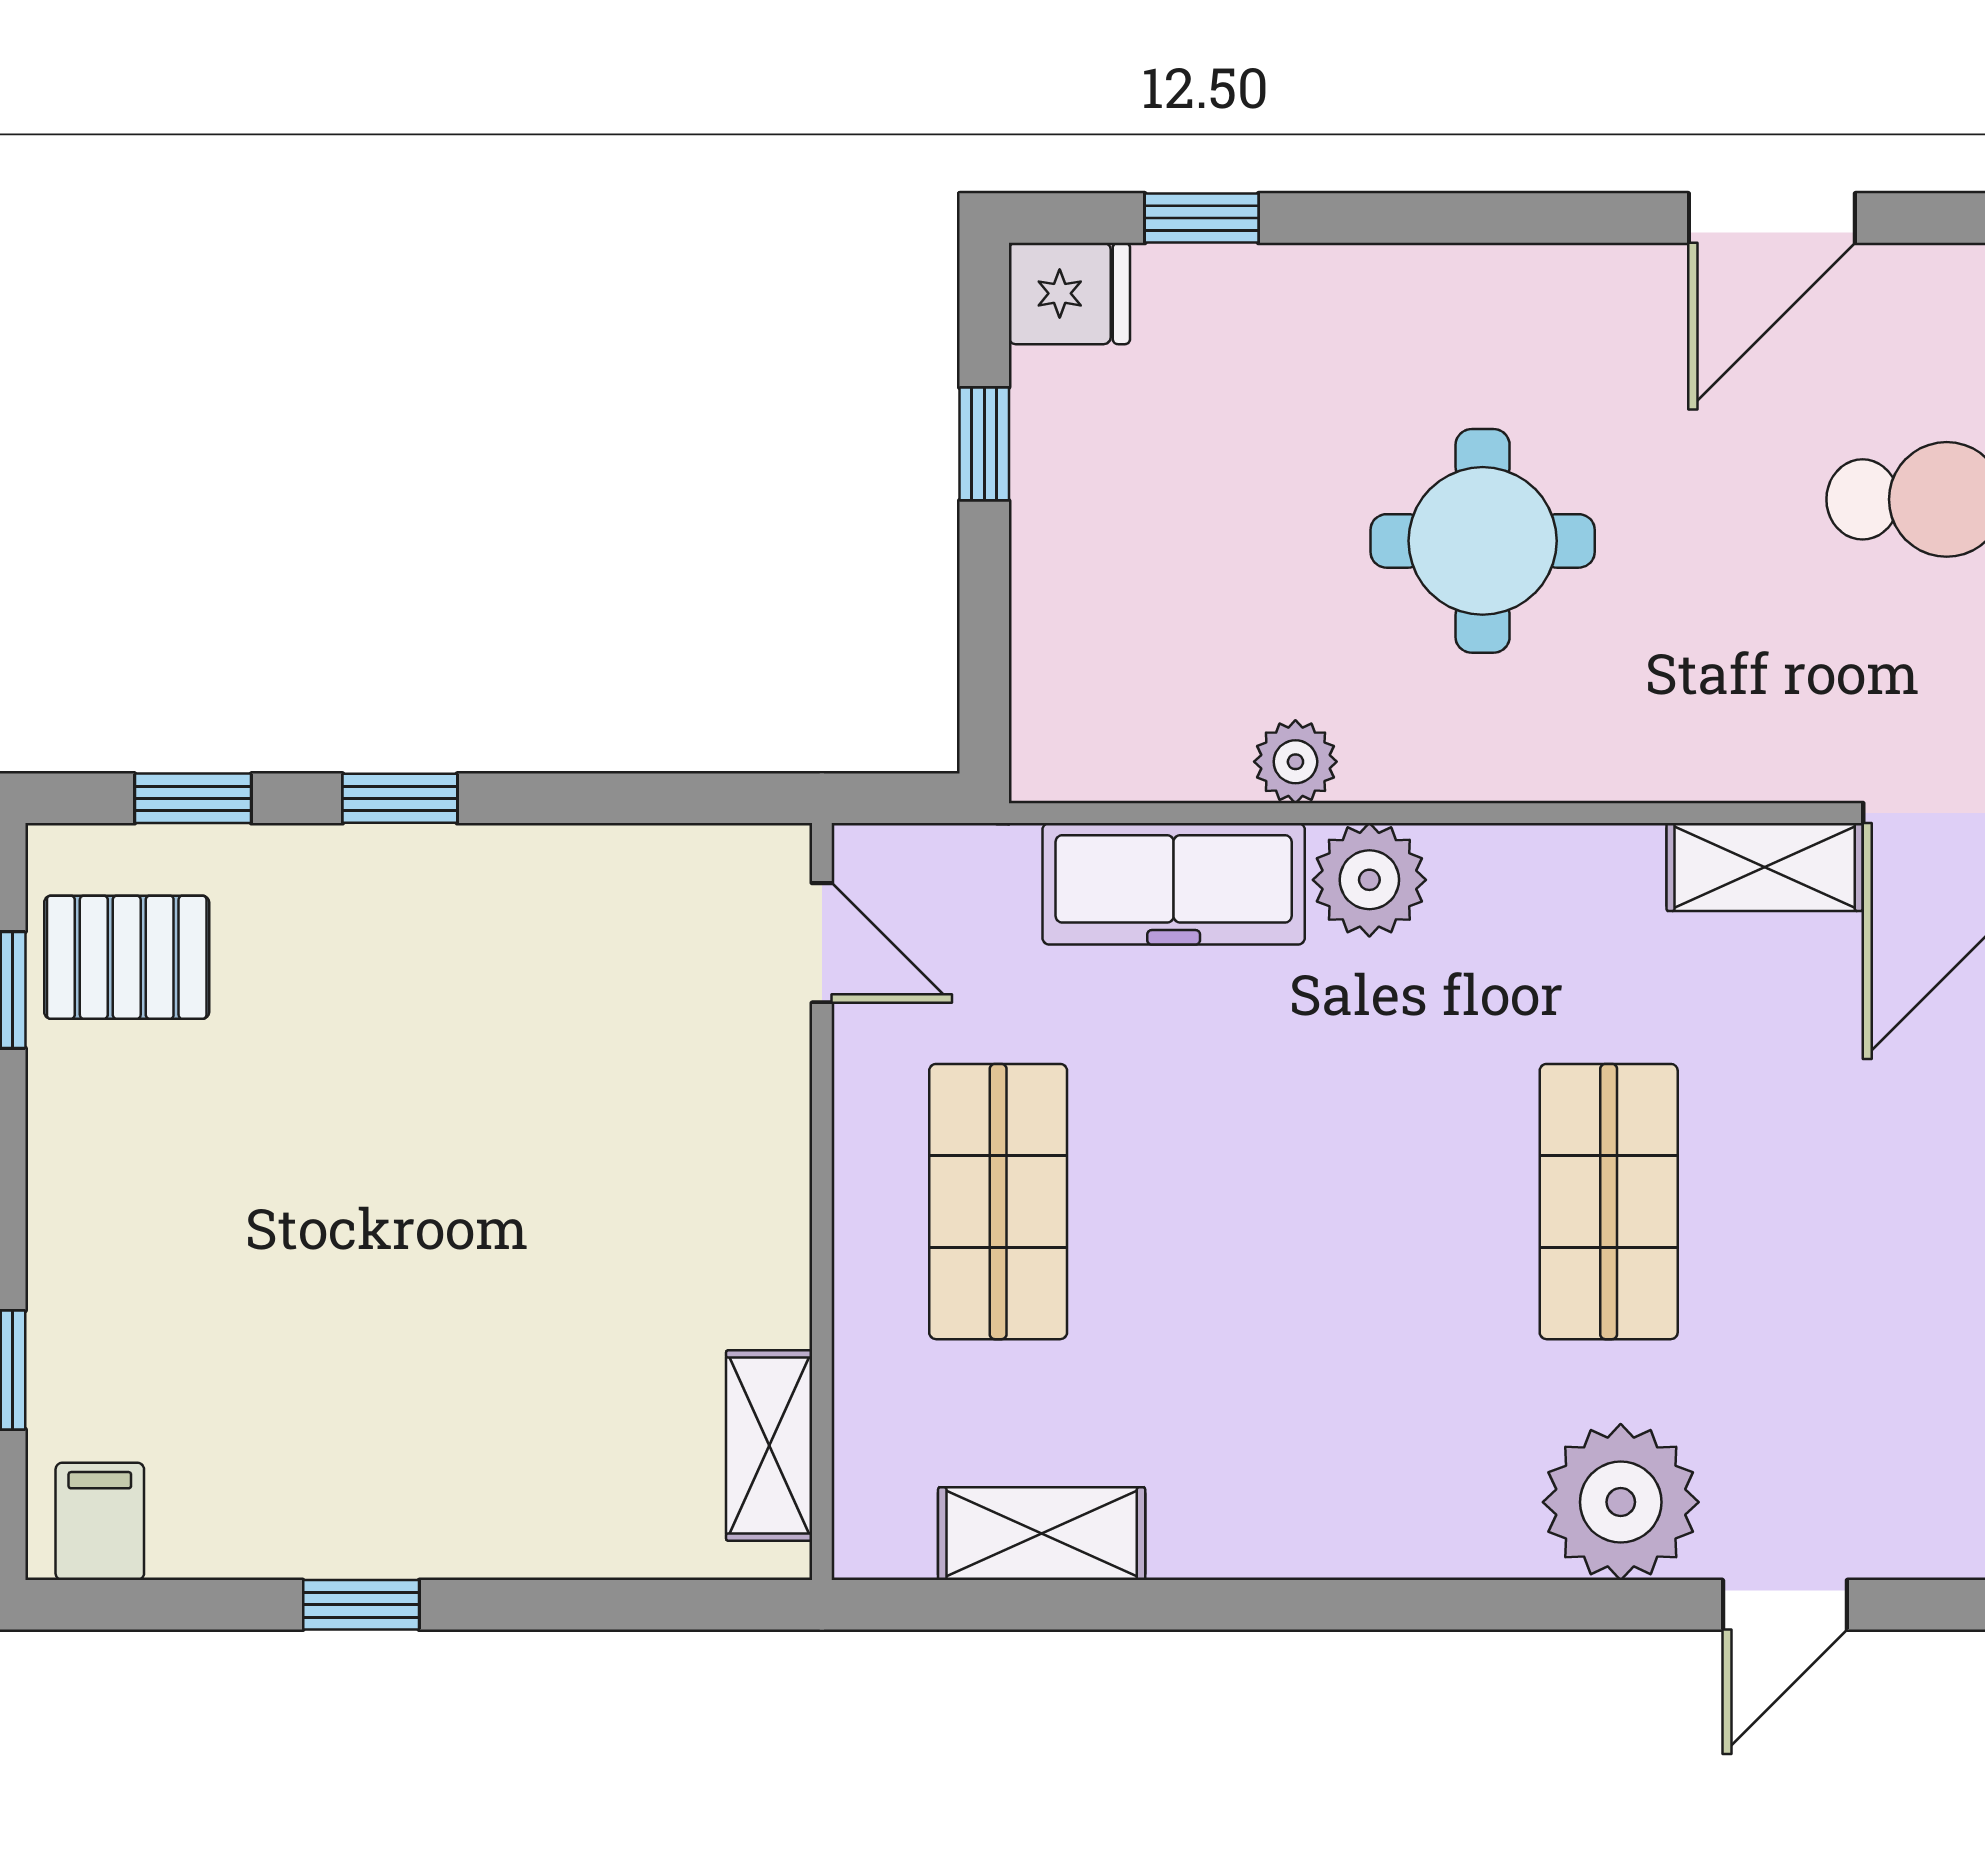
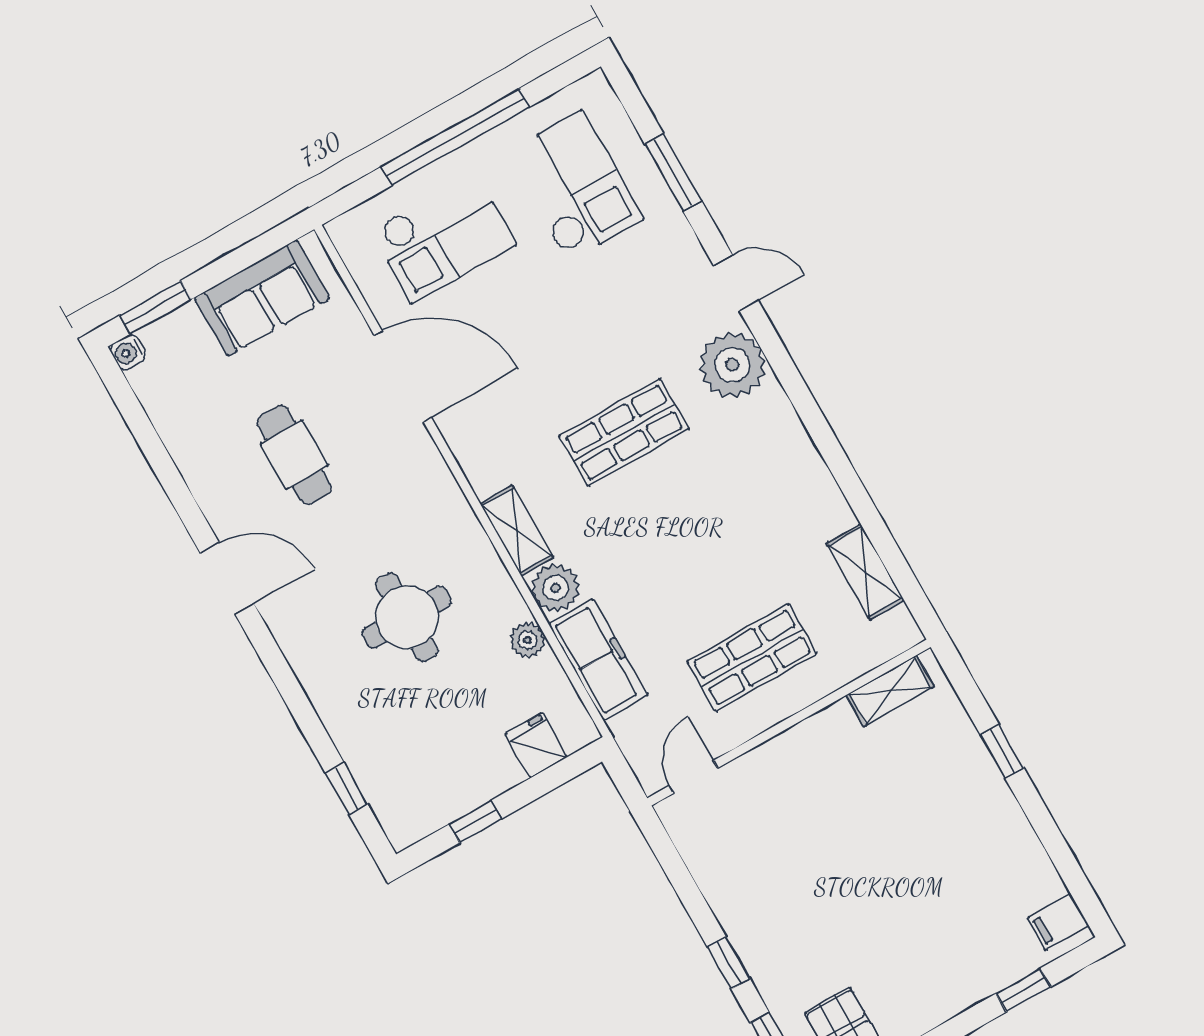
fridge: (1069, 293) -> (536, 745), moved
shelving: (1765, 867) -> (517, 531), moved
window: (361, 1605) -> (1002, 751), moved

